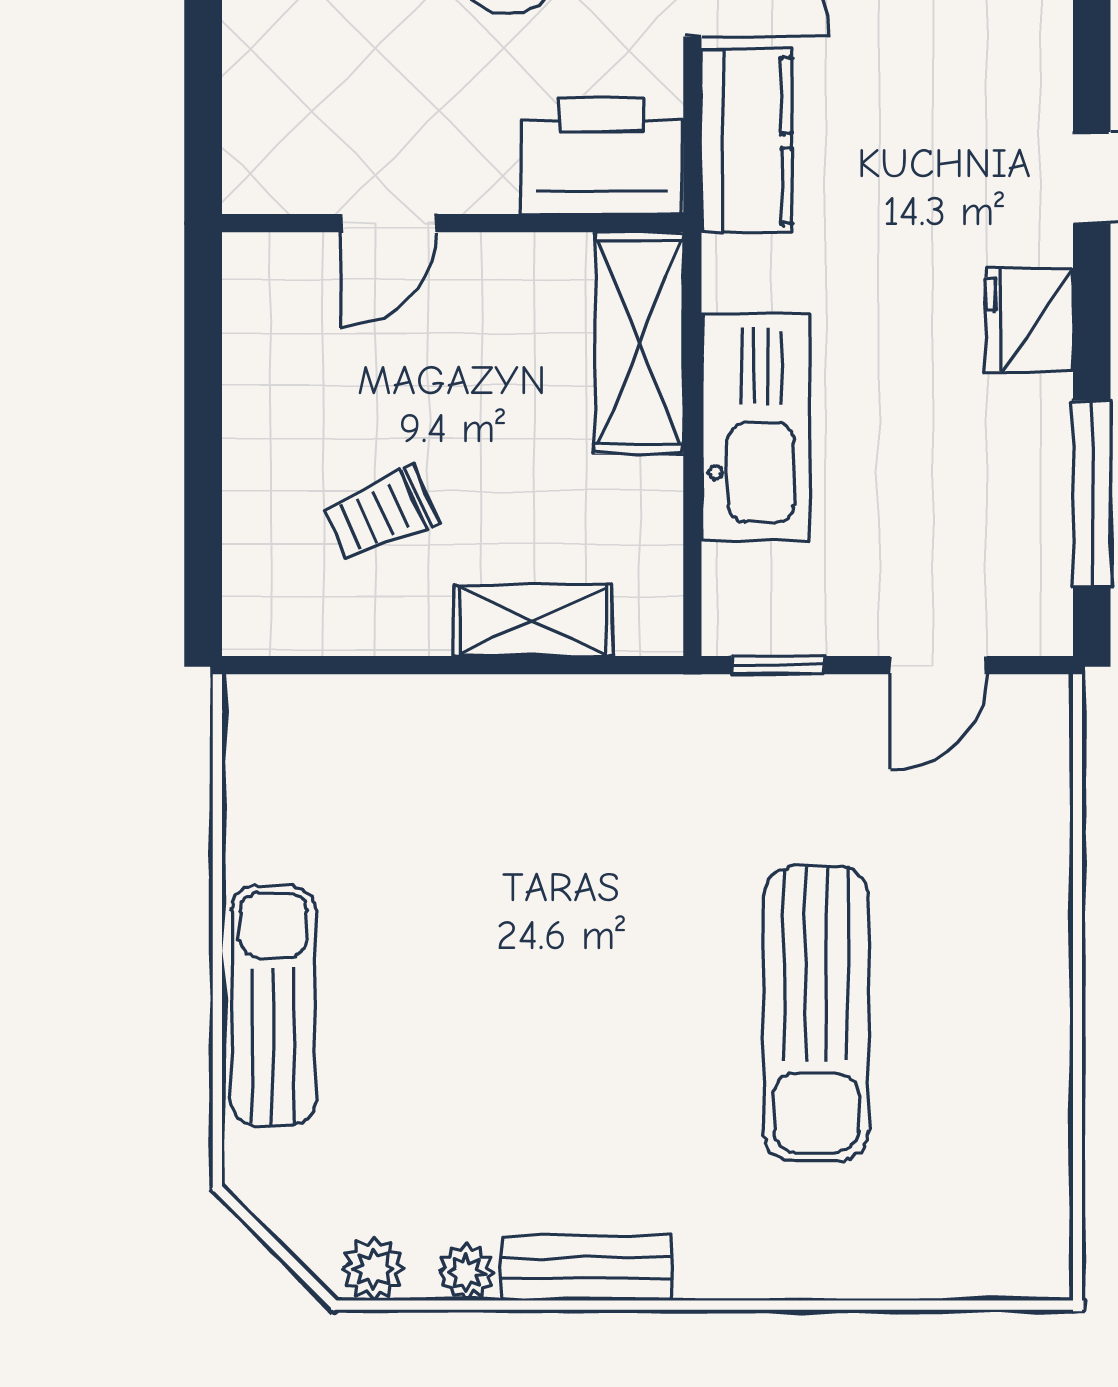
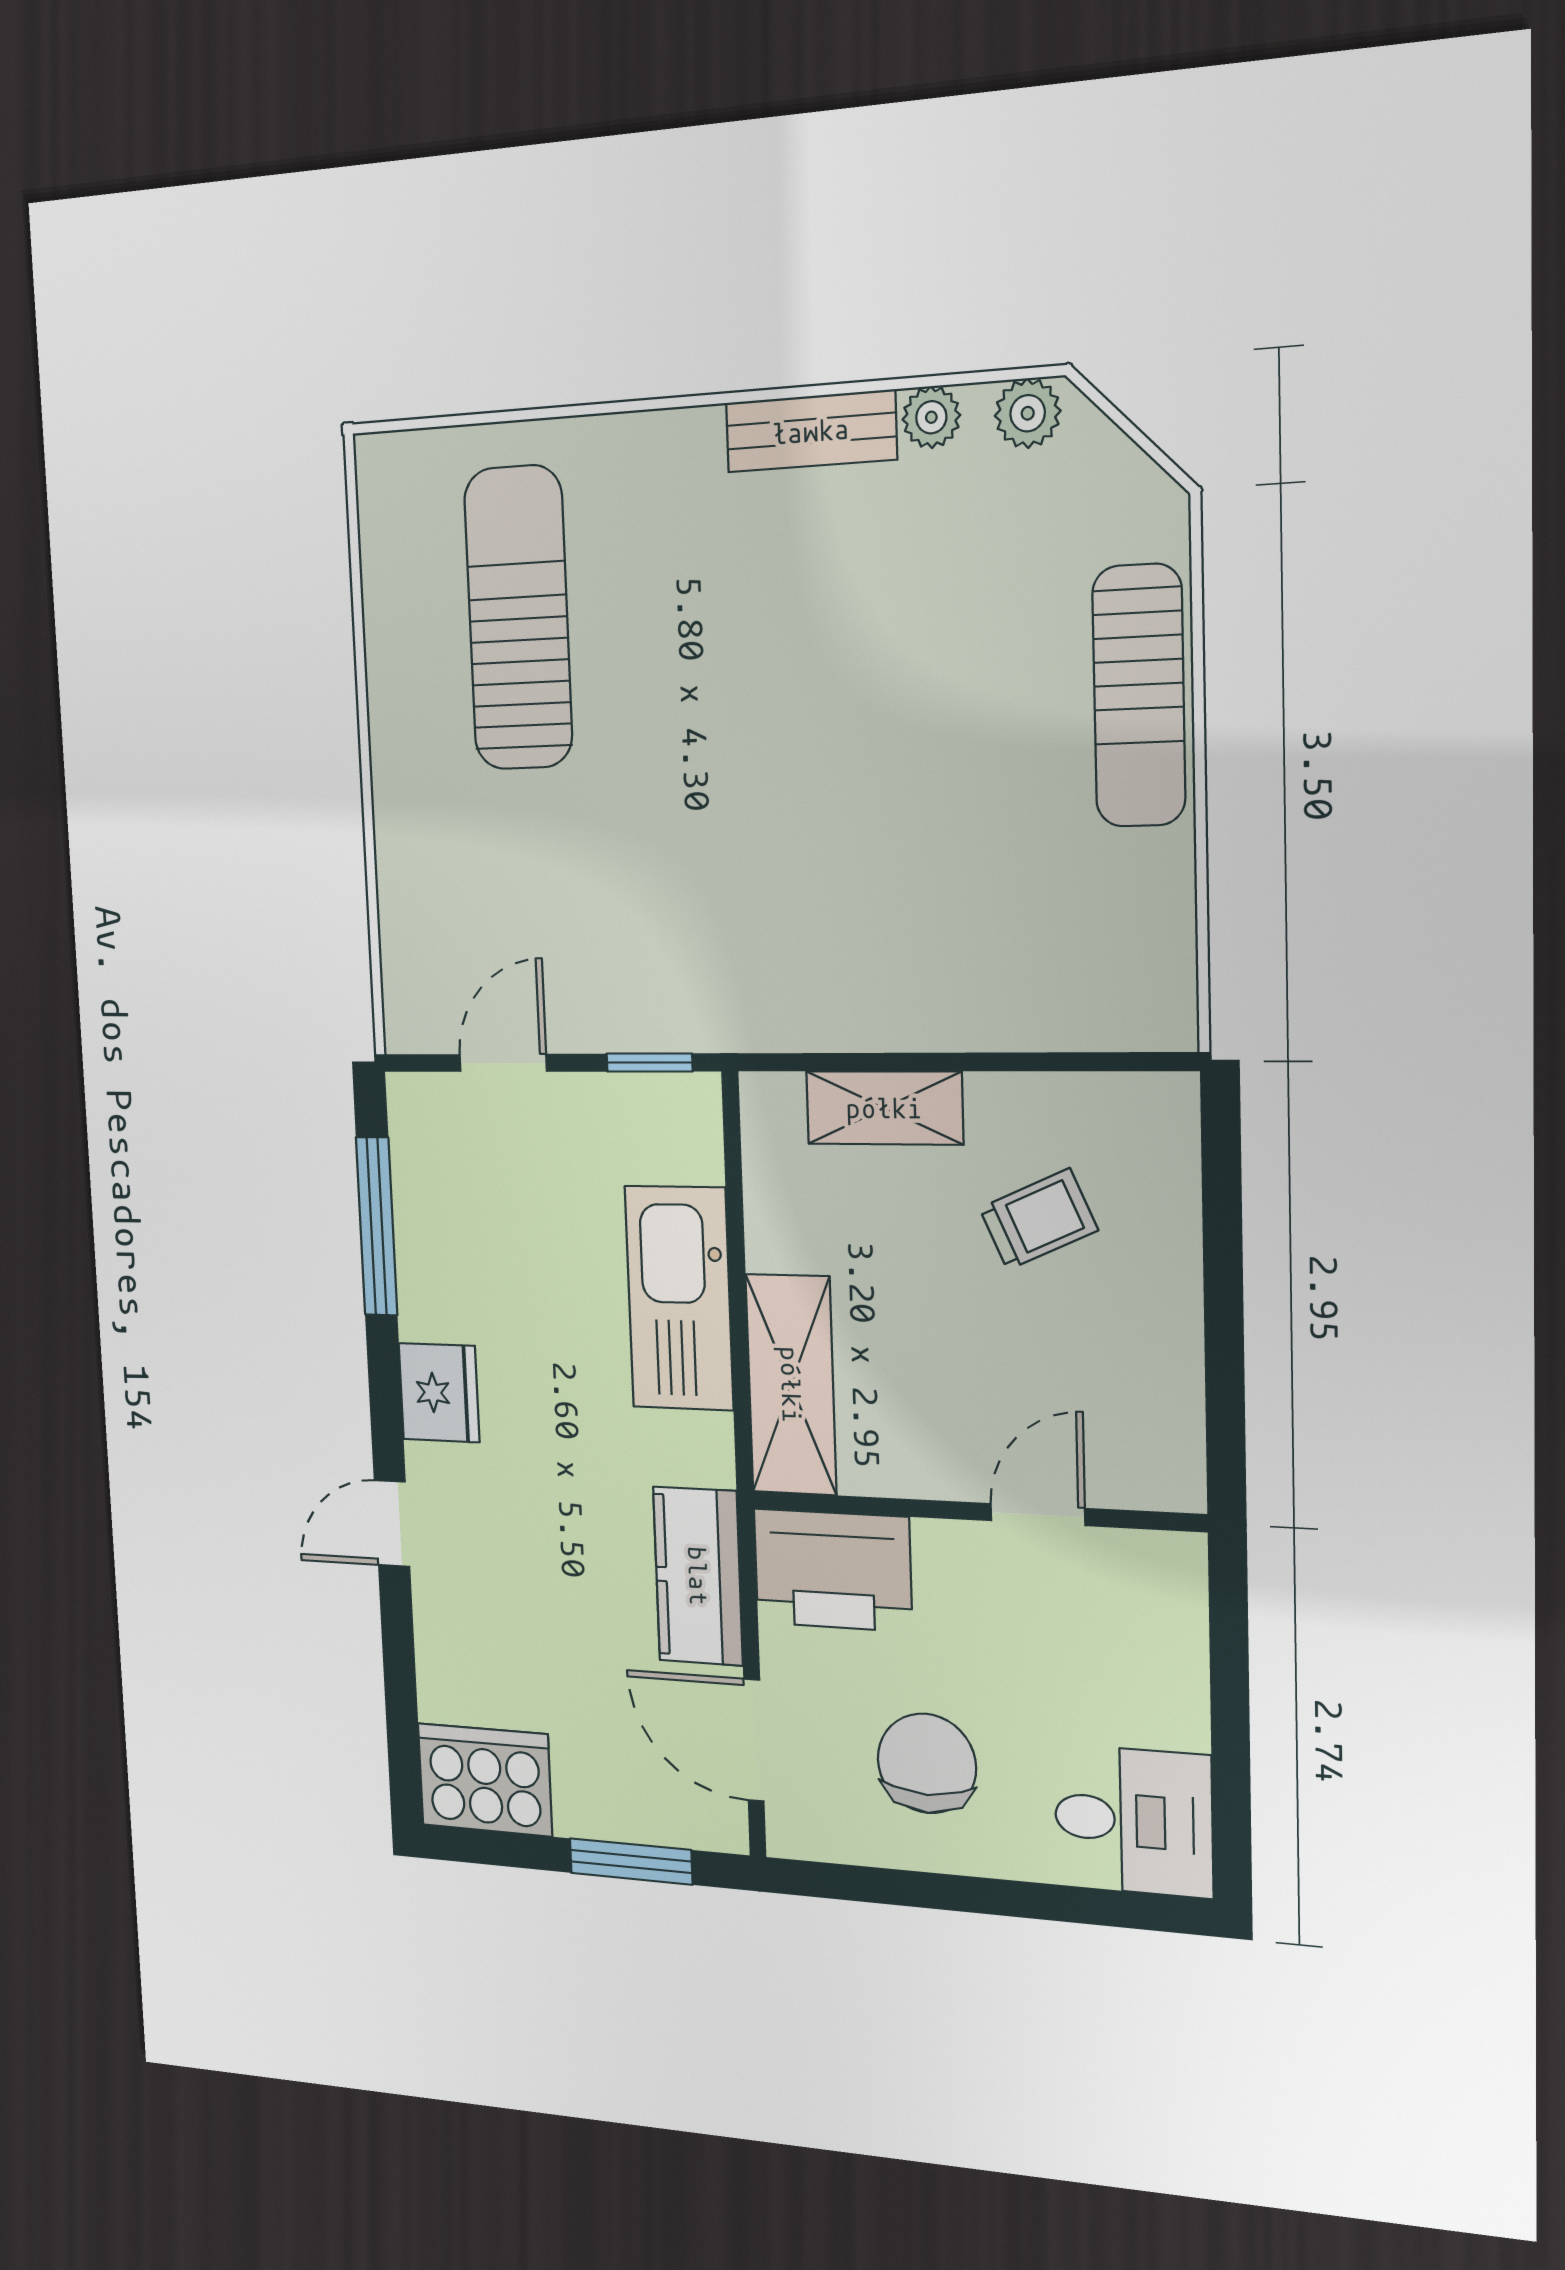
sun lounger: (816, 1014) -> (518, 618), moved

